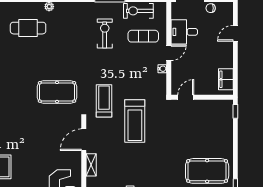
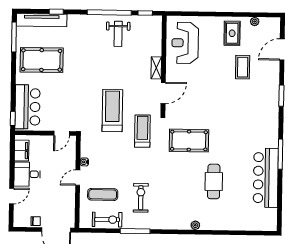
cafe table: (28, 28) -> (214, 181), moved, turned 90
desk: (184, 32) -> (27, 174), moved, turned 180
exercise bike: (105, 33) -> (141, 198), turned 180
treadmill: (104, 101) -> (142, 131), turned 180
bar counter: (221, 123) -> (27, 107), added

